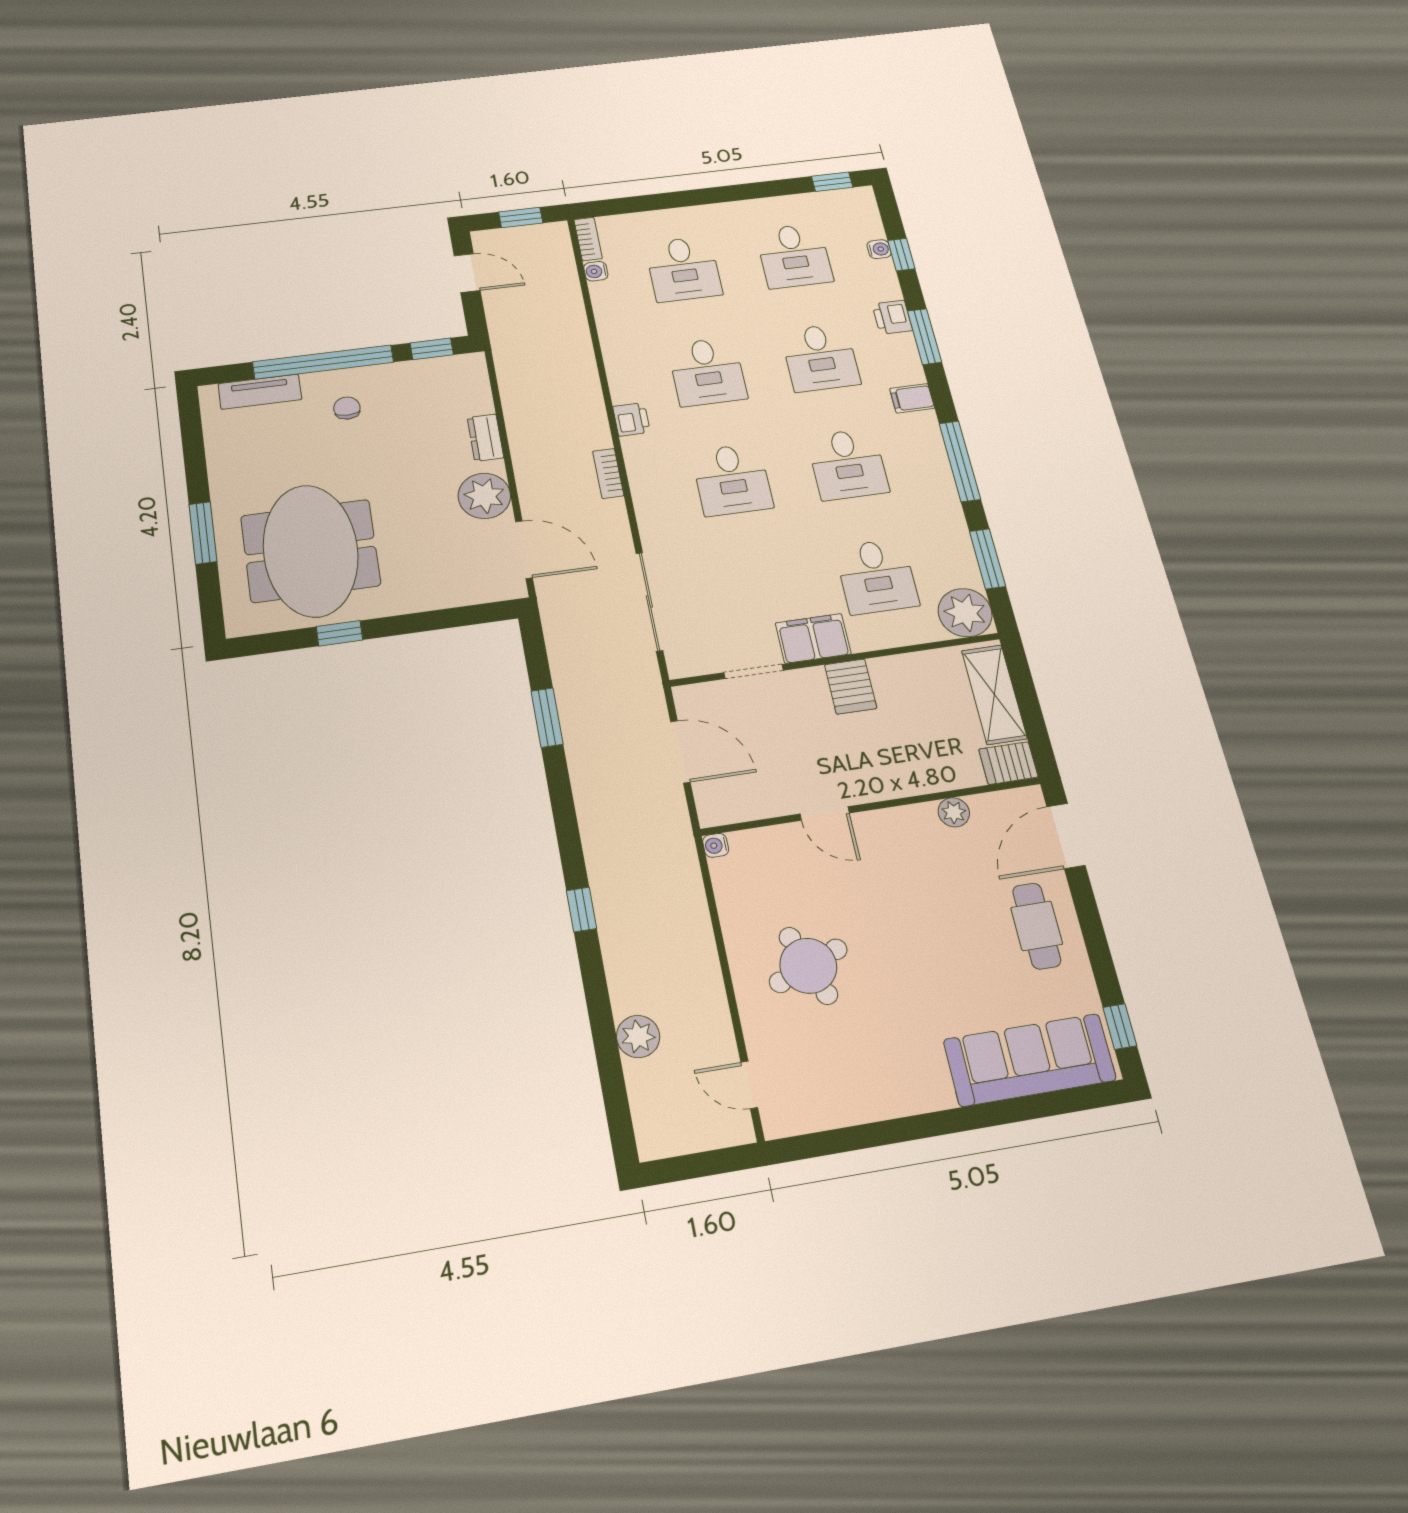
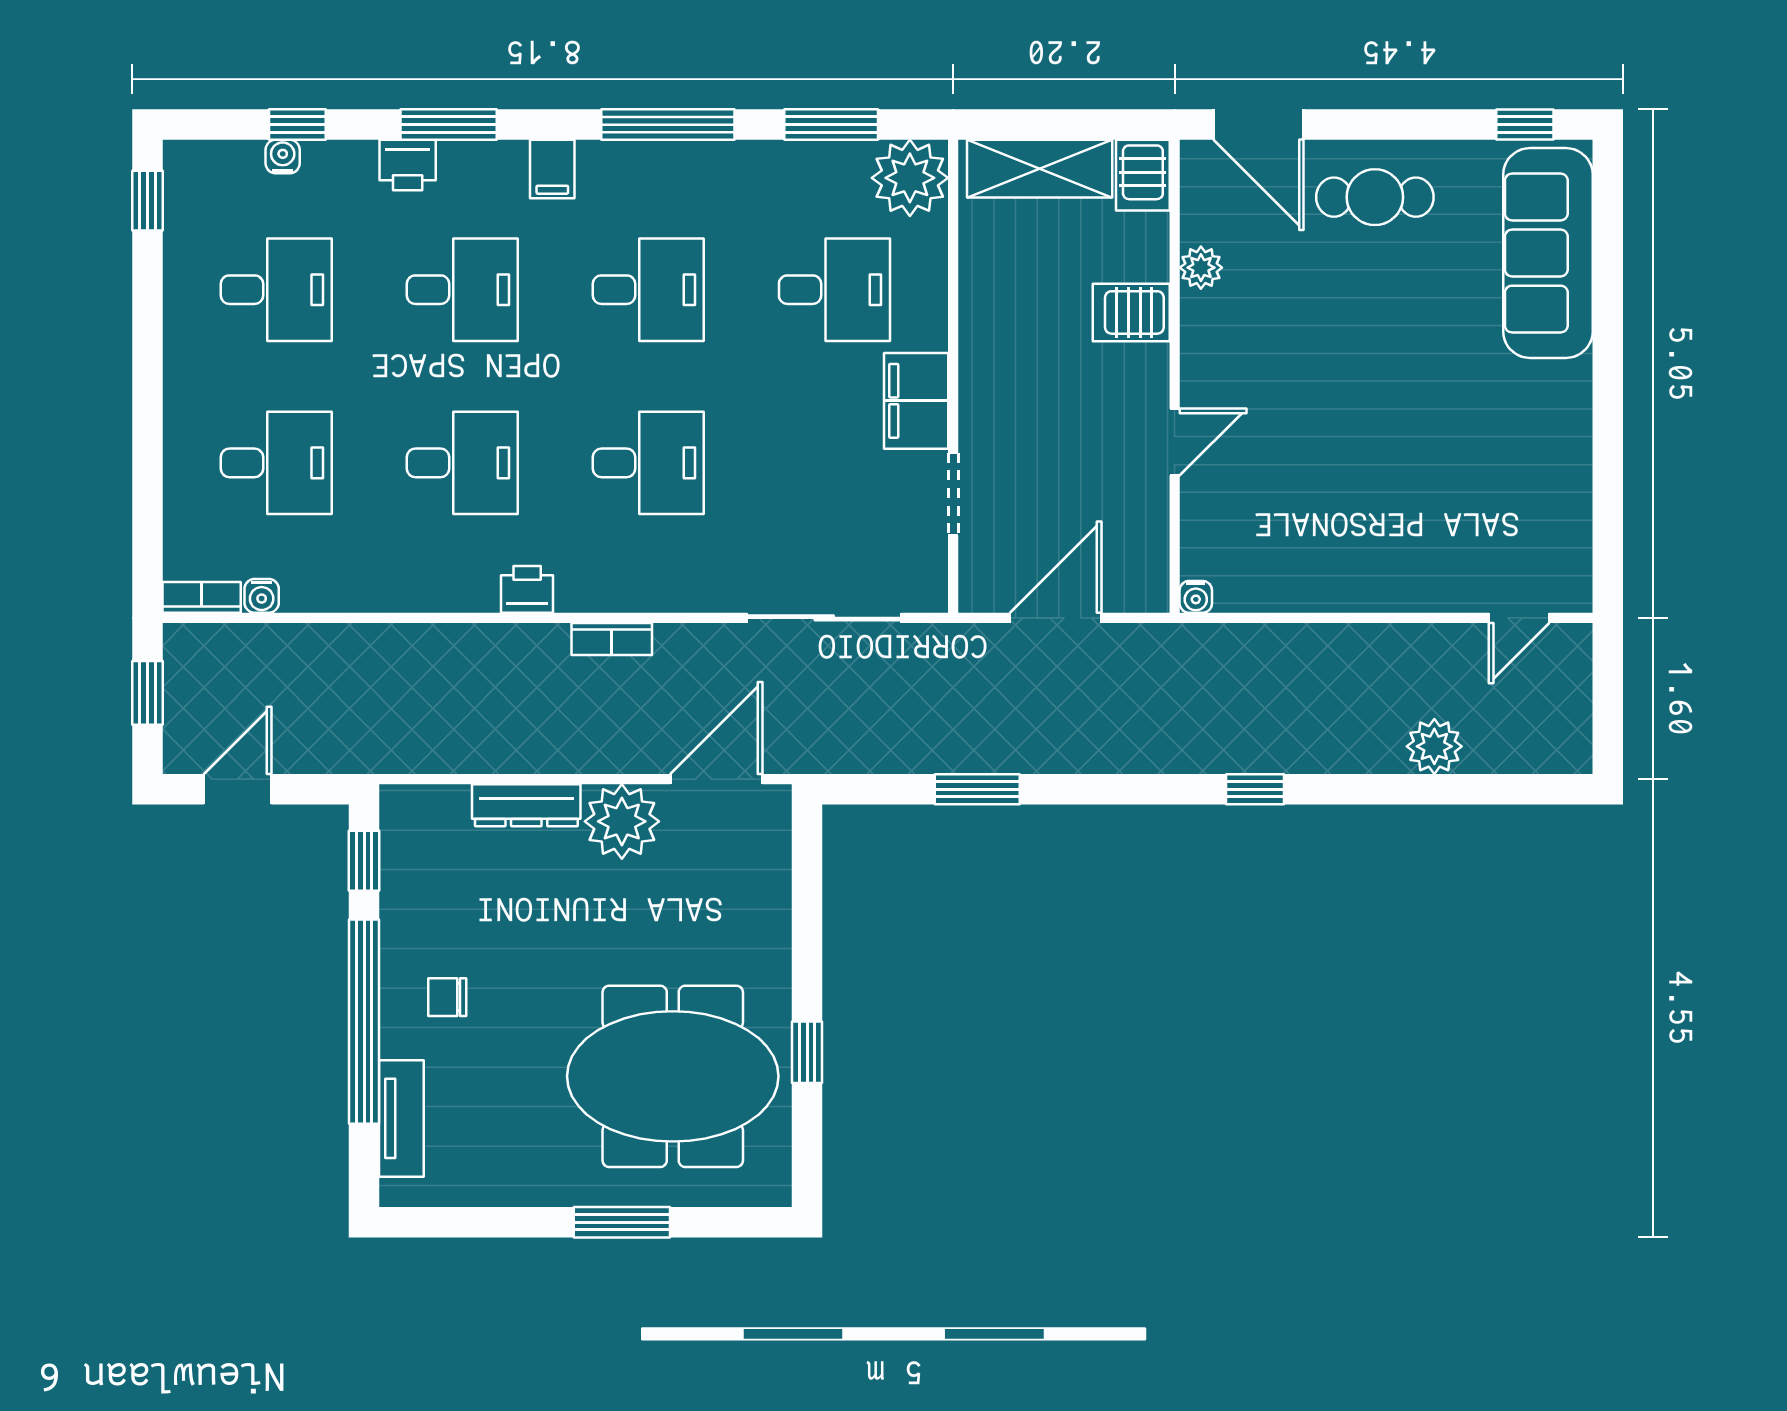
dresser: (485, 438) -> (526, 805), width x1.44
server rack: (851, 686) -> (1131, 312), moved, turned 180
round table: (808, 966) -> (1379, 510), removed

